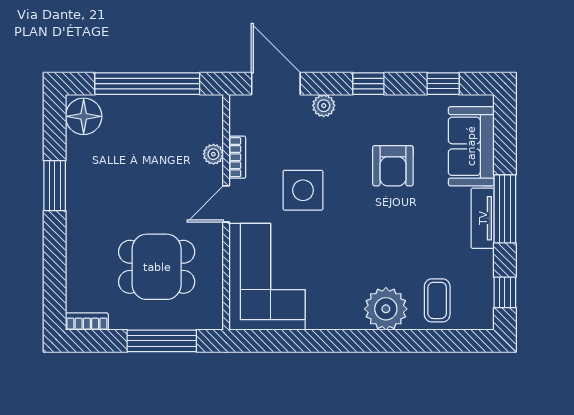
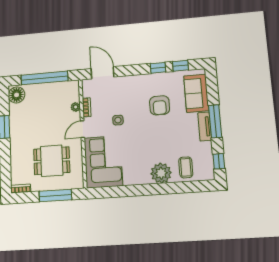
window: (368, 84) -> (158, 68), moved
plant: (324, 106) -> (125, 81), removed
side table: (303, 190) -> (118, 120), width x0.54, depth x0.54

